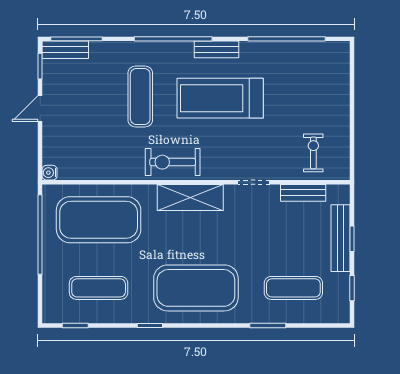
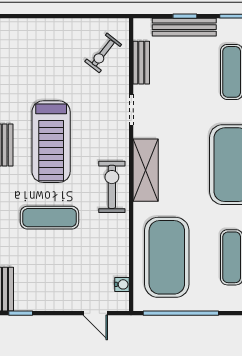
door: (40, 108) -> (95, 313), moved
exercise bike: (313, 153) -> (103, 53), turned -52
exercise bike: (173, 162) -> (112, 187), turned 180
water cooler: (50, 173) -> (122, 284), moved, turned -90

